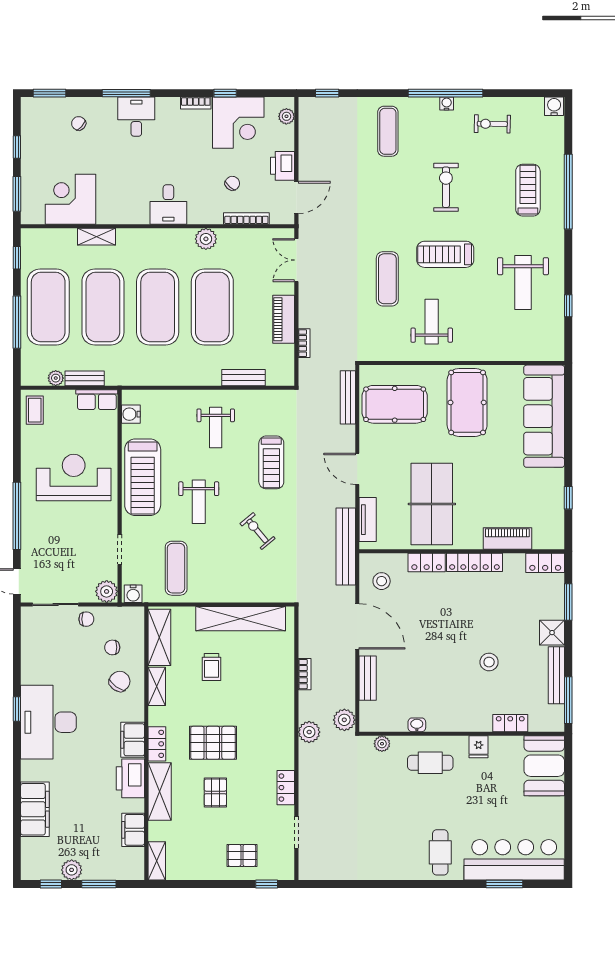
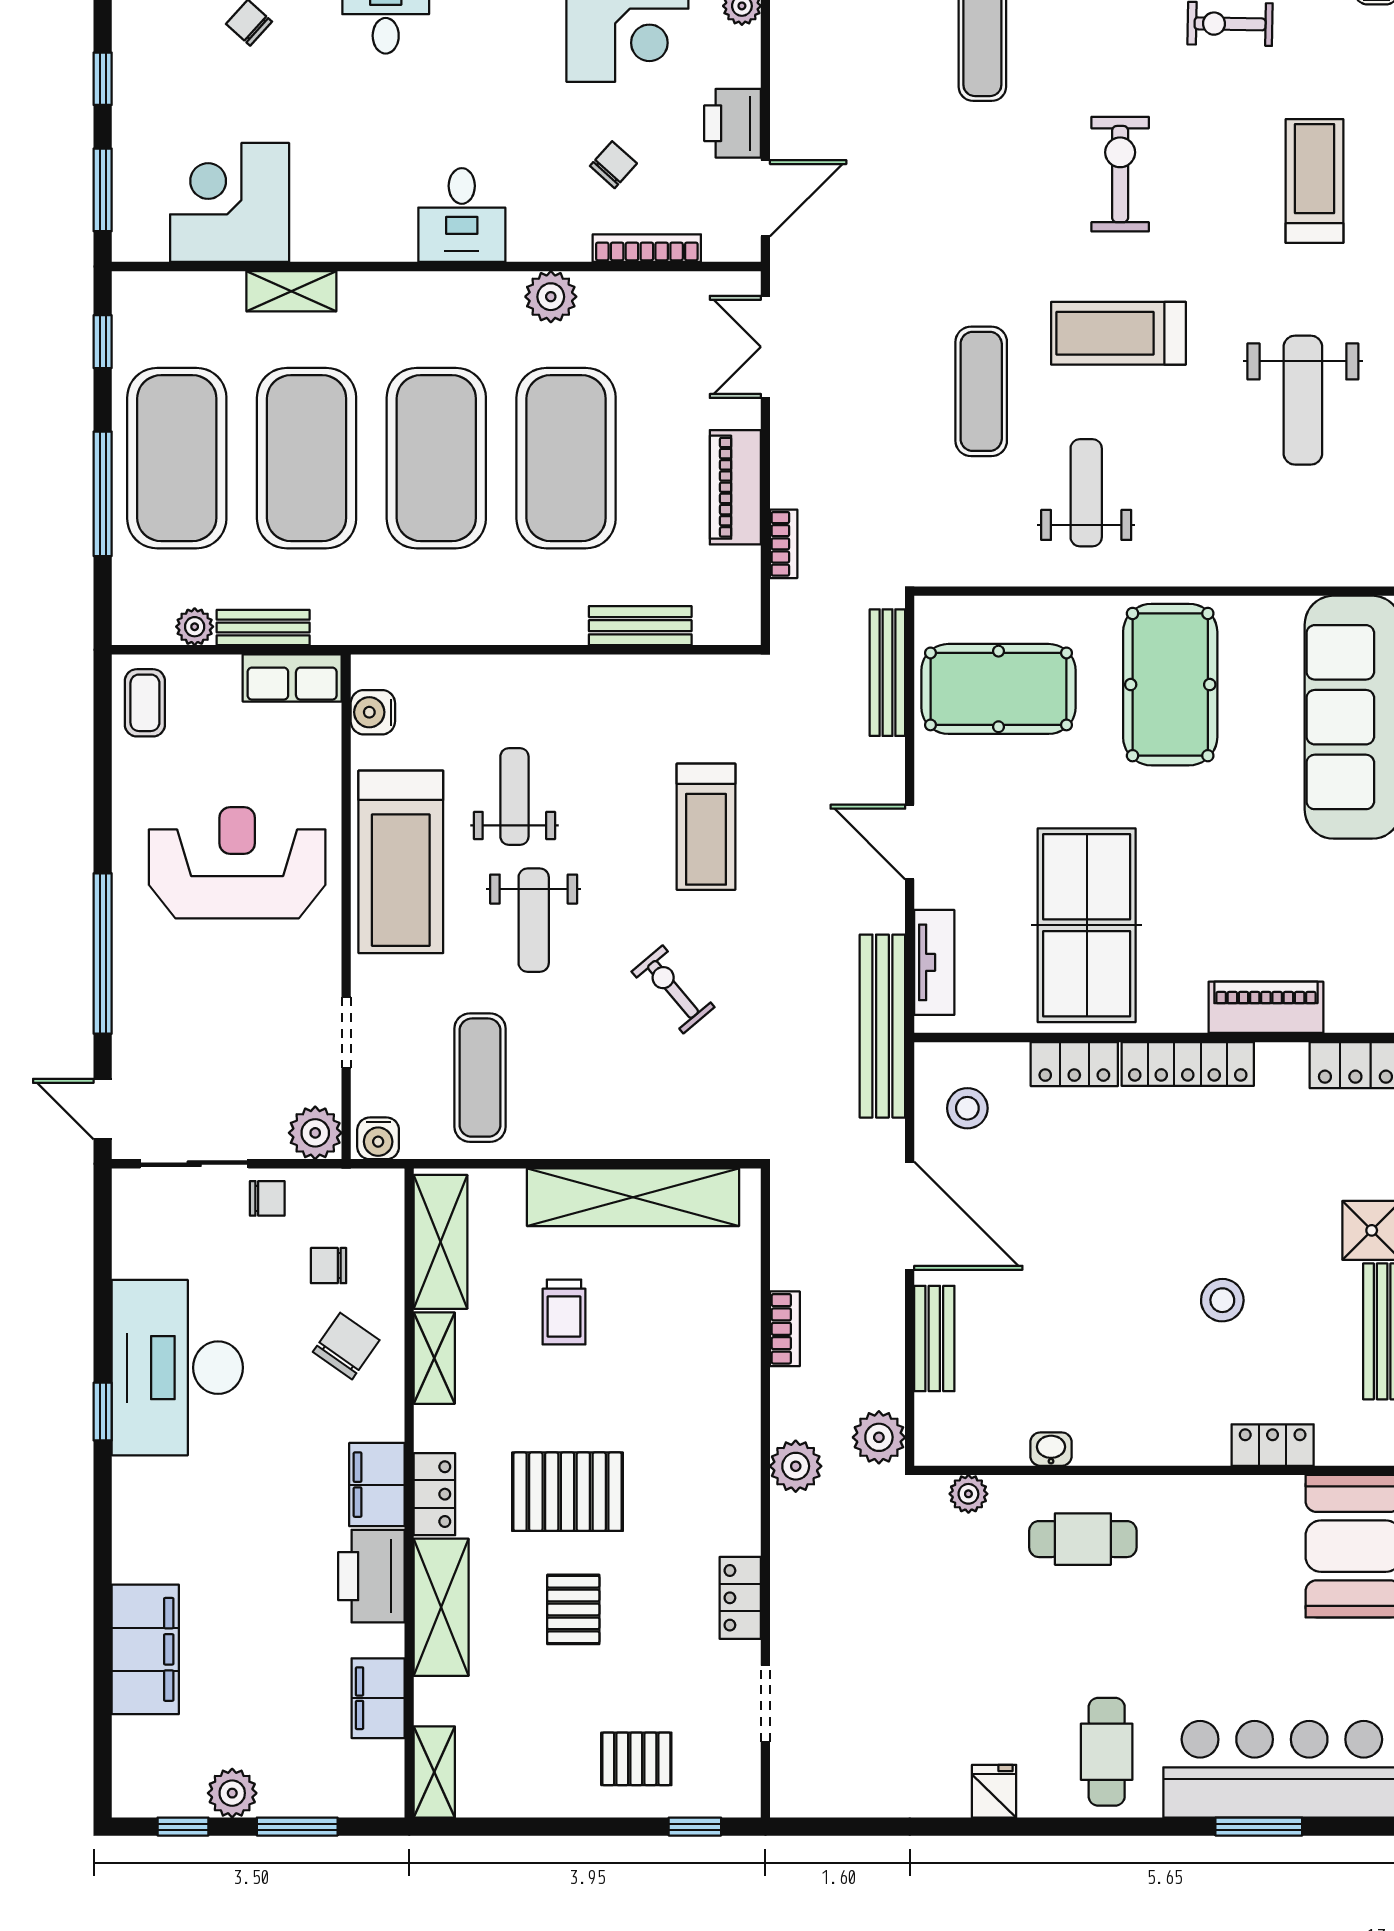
weight bench: (216, 428) -> (514, 797), moved, turned 180
desk: (48, 722) -> (177, 1368), moved
fridge: (479, 747) -> (994, 1791), moved, turned 180

